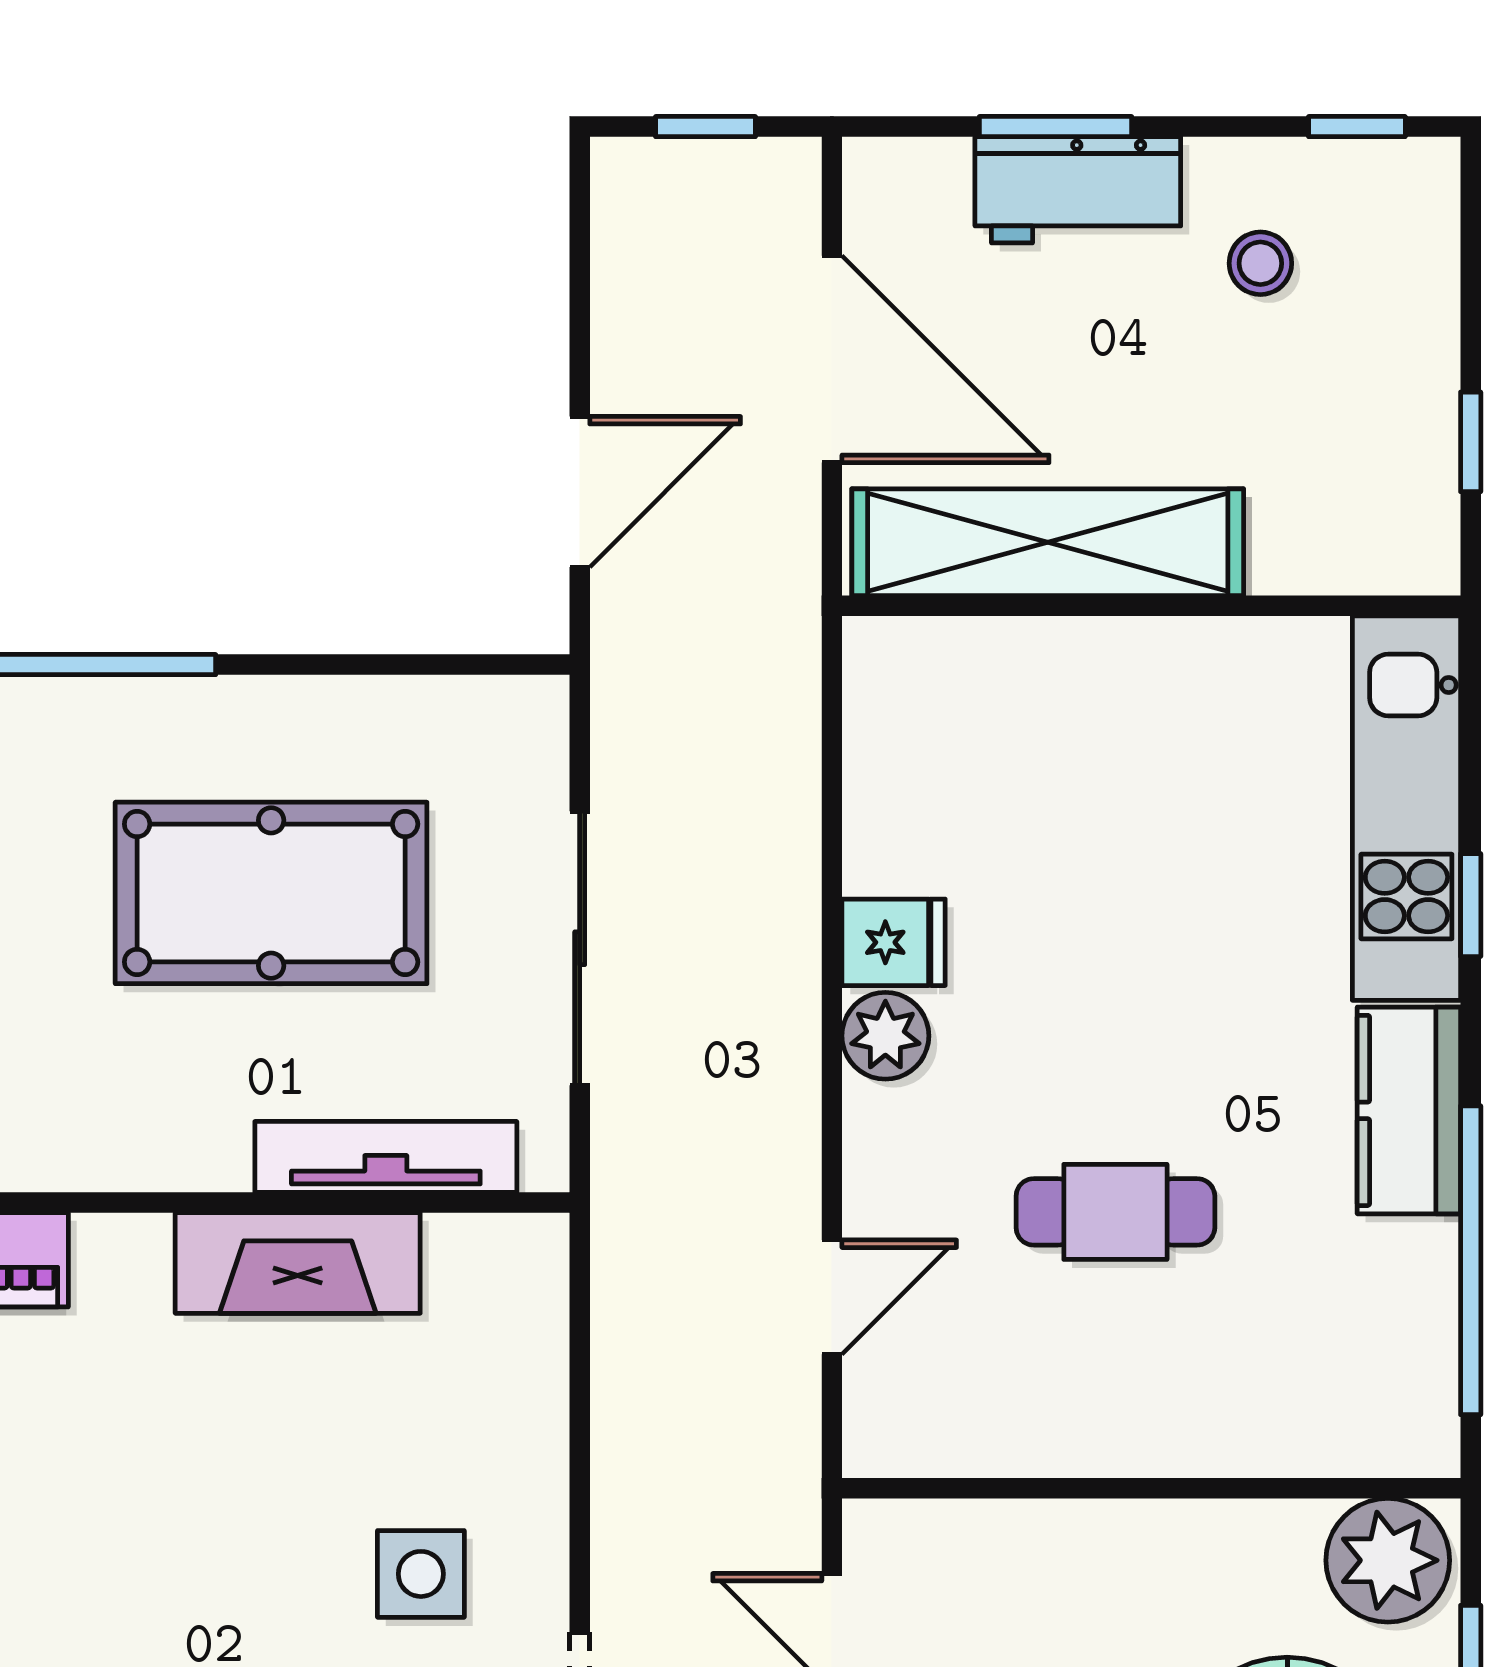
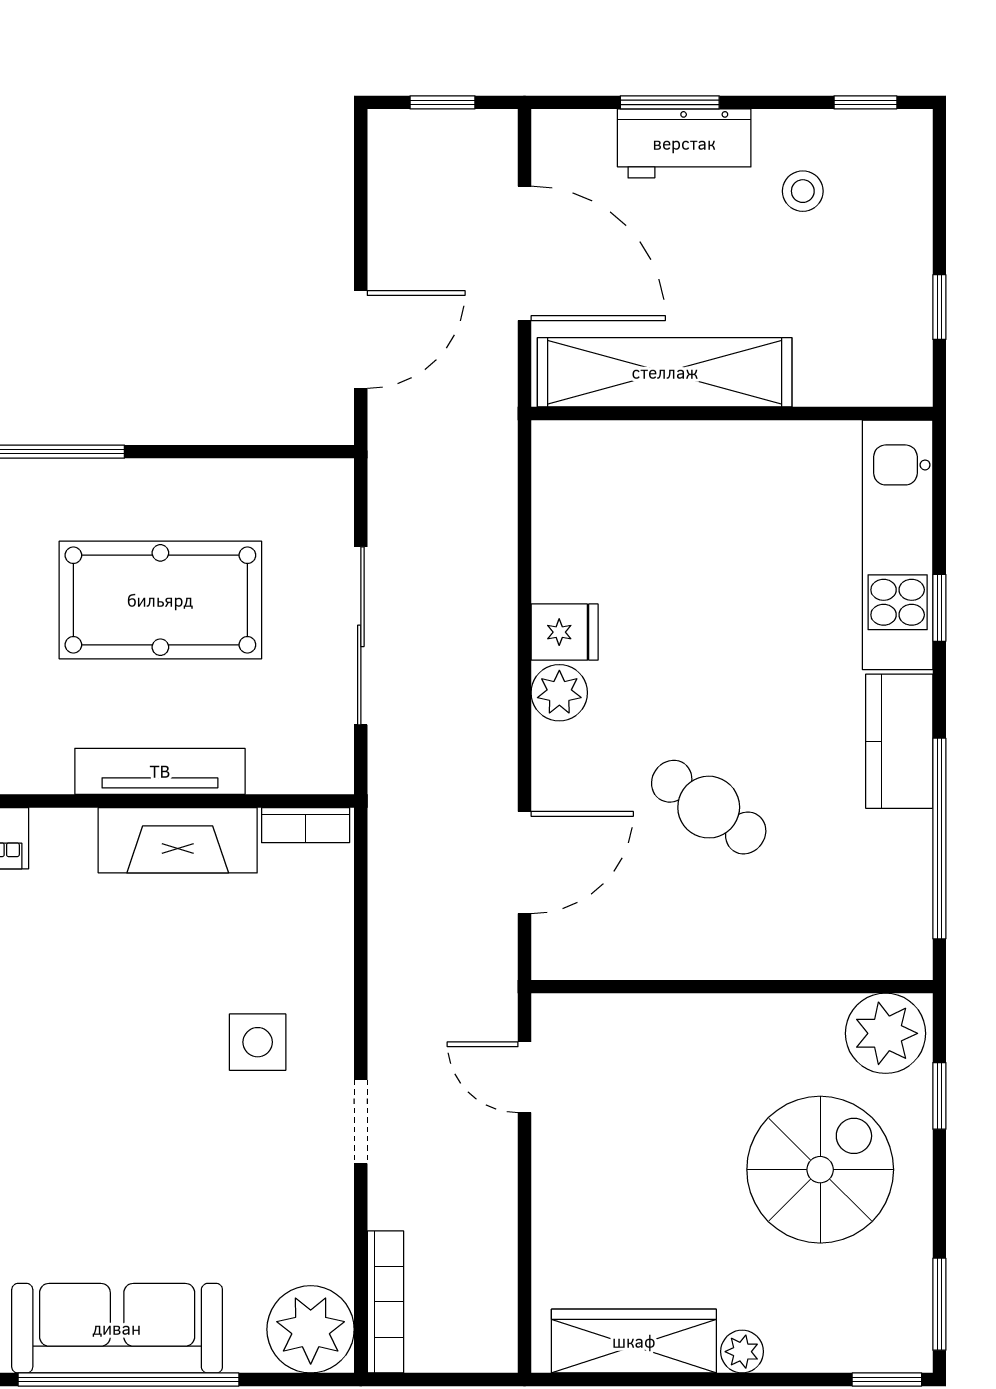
tv unit: (386, 1157) -> (160, 771), moved
cafe table: (1115, 1212) -> (709, 807), turned 35
bookcase: (495, 1240) -> (306, 825), added
door: (832, 1297) -> (525, 862), width x1.38

